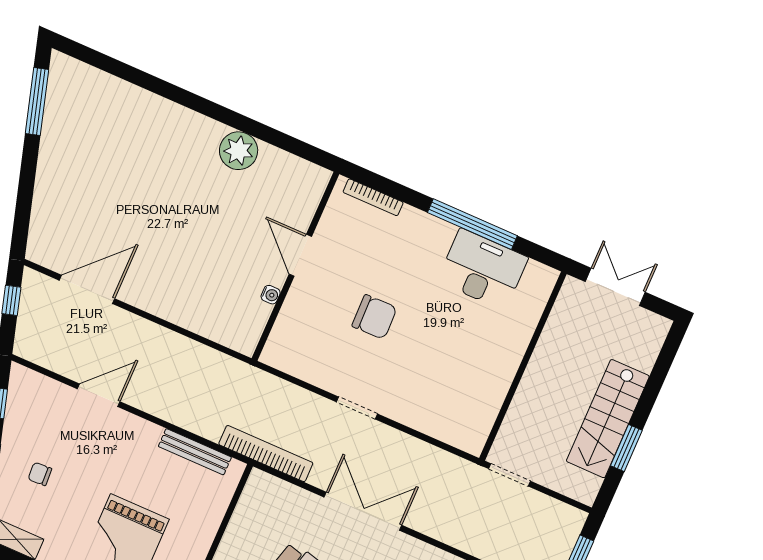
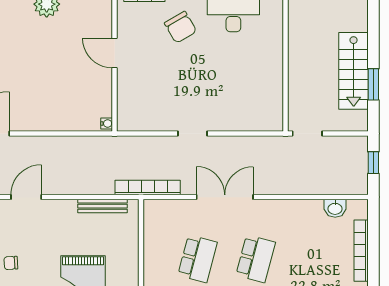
water cooler: (271, 295) -> (107, 124), moved
chair: (374, 317) -> (181, 27), moved, turned 61

